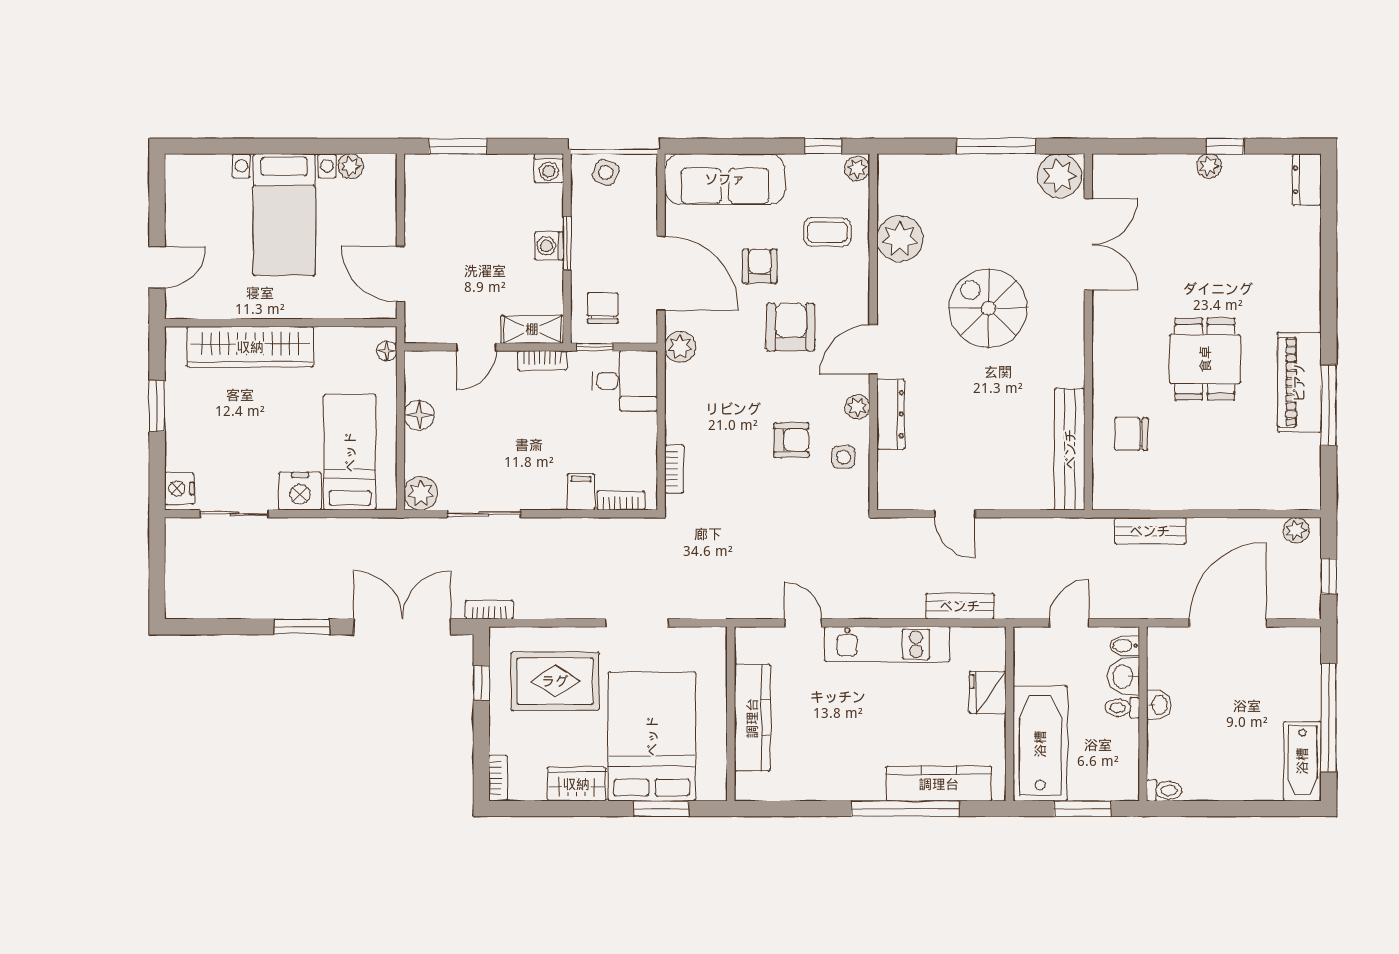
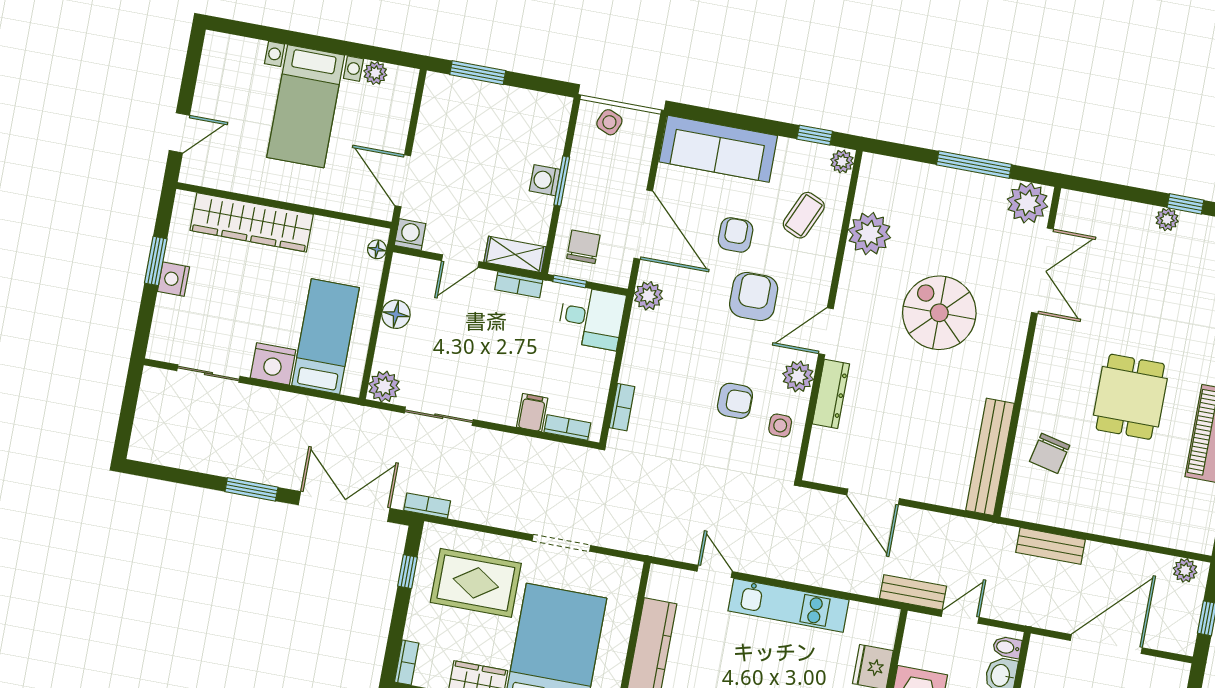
washing machine: (549, 168) -> (410, 235), moved, turned 180
coffee table: (827, 232) -> (804, 215), turned -66
plant: (857, 407) -> (798, 376), width x1.38, depth x1.38
chair: (1131, 434) -> (1050, 453), turned -77
nightstand: (179, 489) -> (173, 279), moved
door: (955, 514) -> (873, 497), width x1.38
bench: (960, 606) -> (913, 592), moved

